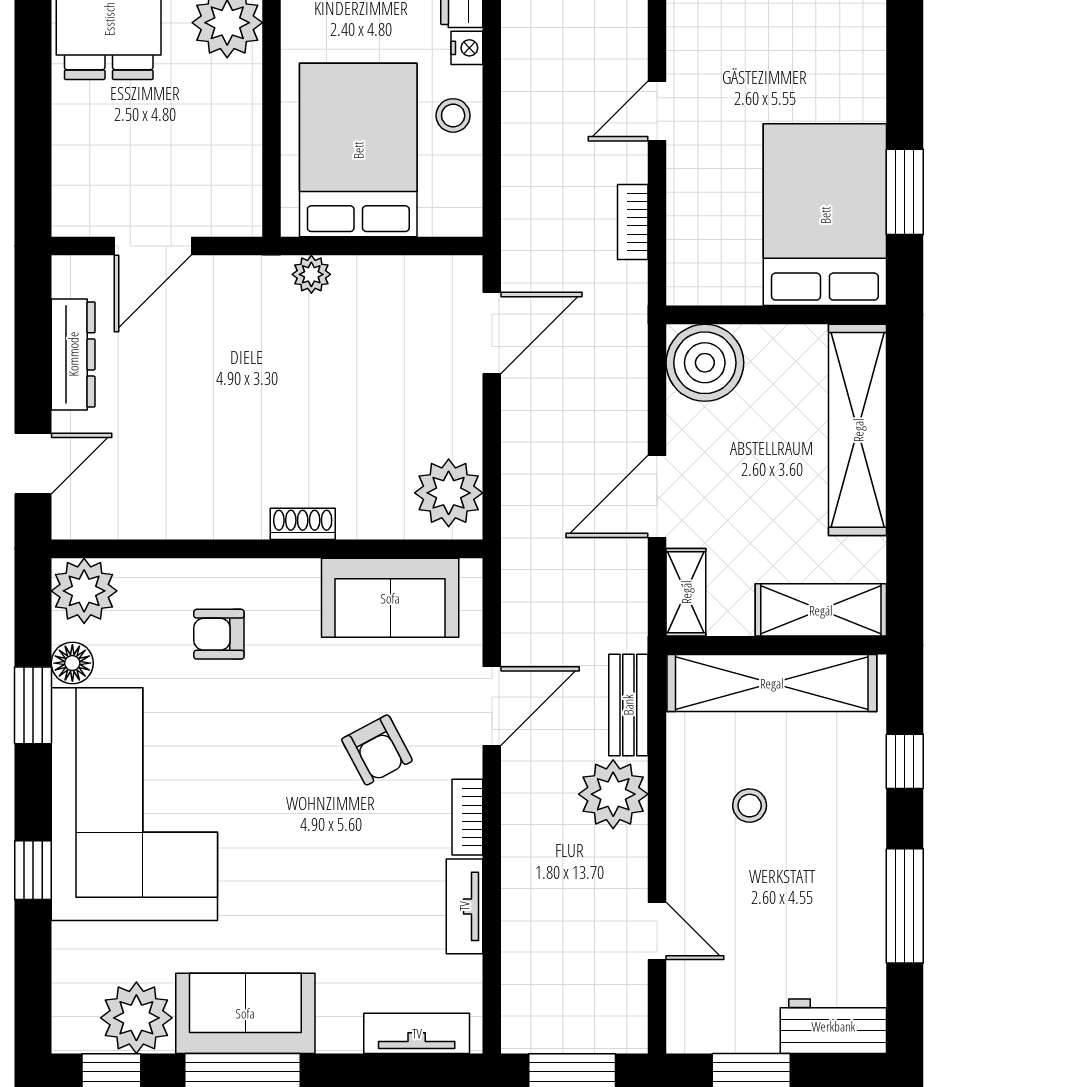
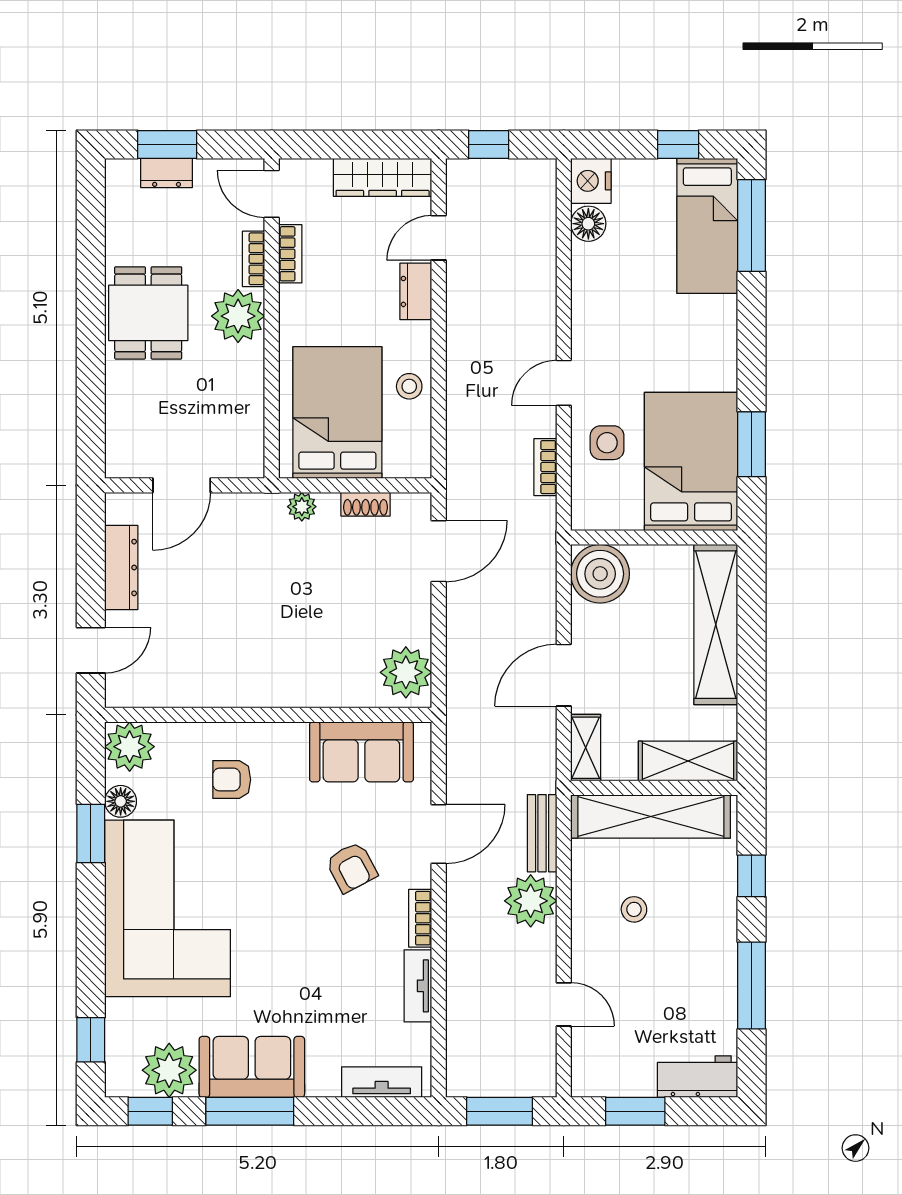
nightstand: (467, 48) -> (420, 335), removed
side table: (714, 190) -> (607, 443), added
shoe rack: (303, 524) -> (366, 504), moved, turned 180
window: (33, 870) -> (91, 1040), moved

